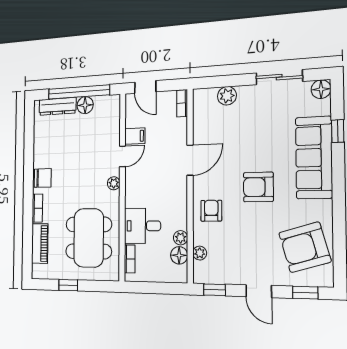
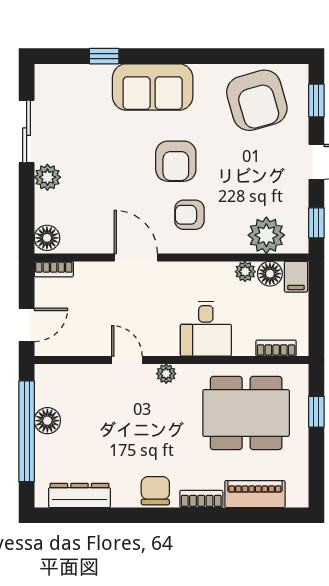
floor lamp: (321, 89) -> (47, 238), moved
plant: (227, 96) -> (47, 177), moved
dresser: (58, 106) -> (79, 495), moved, turned -90
filing cabinet: (135, 136) -> (296, 277), moved, turned 180
sofa: (314, 158) -> (153, 87), width x0.73
armchair: (211, 211) -> (189, 215), moved
desk: (142, 226) -> (206, 329), moved
plant: (200, 253) -> (266, 235), width x1.87, depth x1.87
window: (68, 285) -> (316, 412), moved

